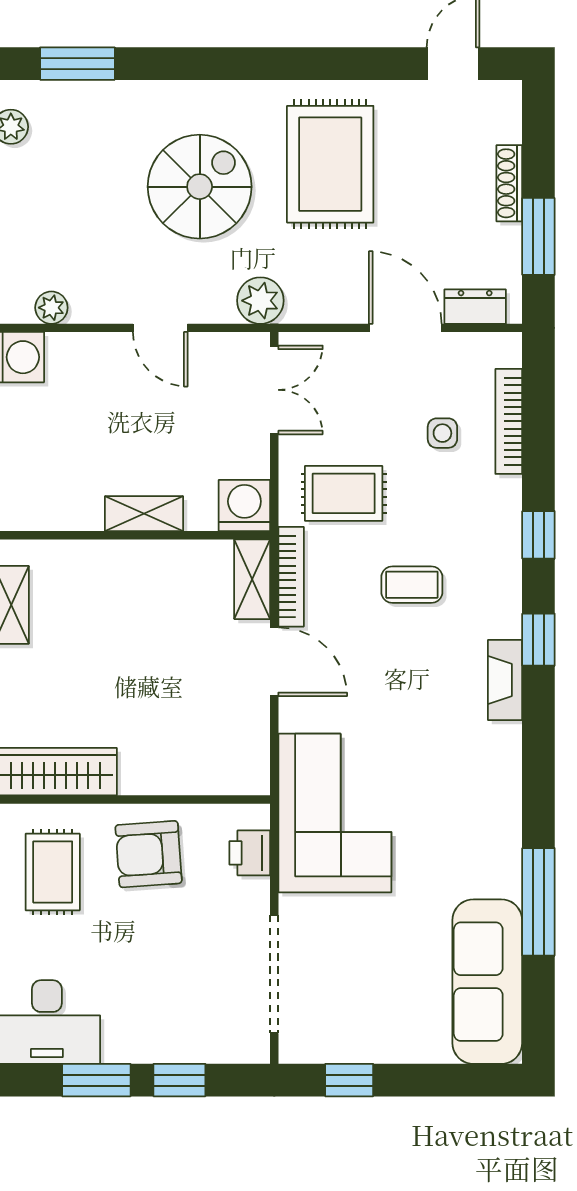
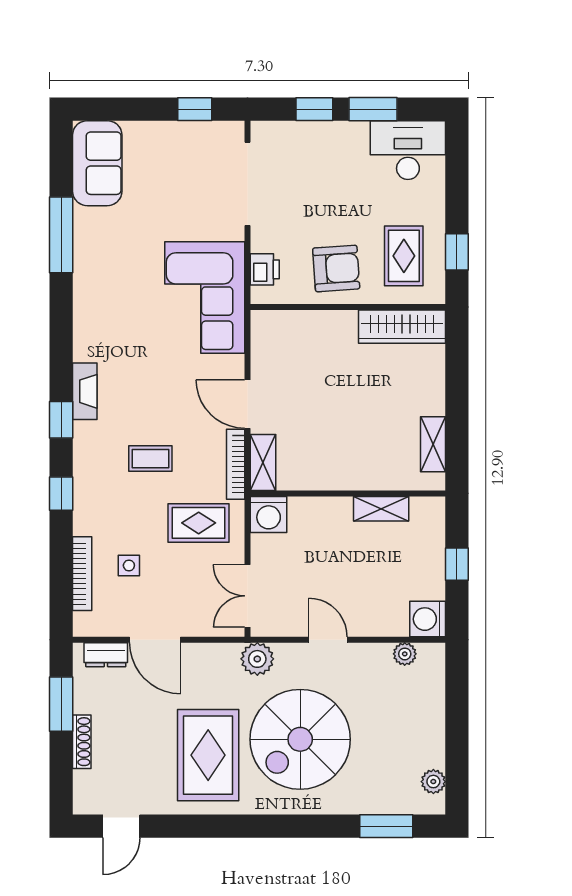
spiral stairs: (200, 187) -> (300, 739), width x1.37, depth x1.37
shelving: (144, 514) -> (381, 509), moved
sofa: (487, 982) -> (97, 163), width x0.73

